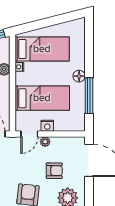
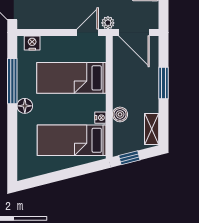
nightstand: (47, 126) -> (32, 43), moved
plant: (45, 142) -> (108, 23), moved

